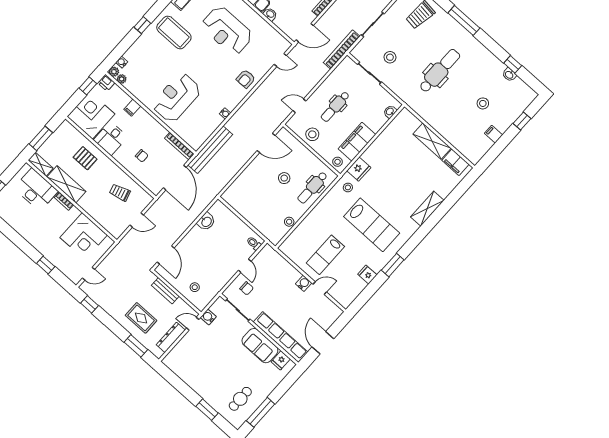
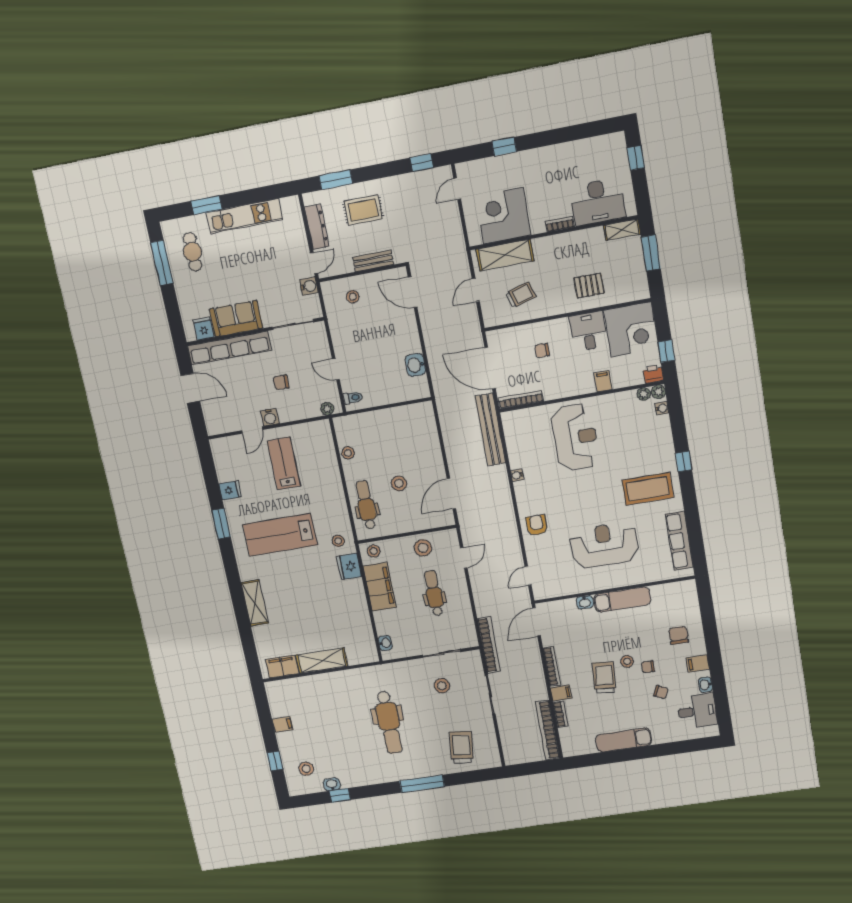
stool: (483, 103) -> (306, 769), moved
shelving: (66, 184) -> (505, 255), moved
plant: (272, 253) -> (327, 409), added
chair: (247, 288) -> (281, 382), moved
kitchen unit: (196, 383) -> (244, 216), added

